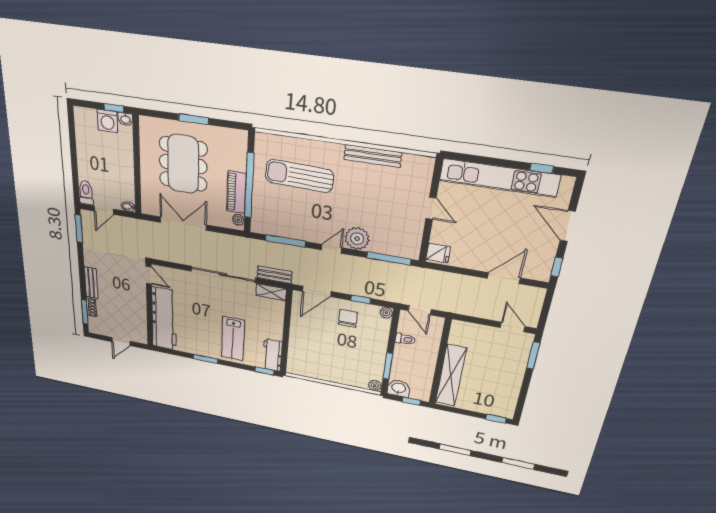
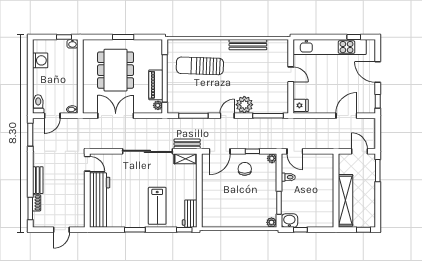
washing machine: (107, 121) -> (40, 60), moved, turned -90
wall: (440, 362) -> (336, 191), moved
shelving: (451, 375) -> (345, 200), moved

